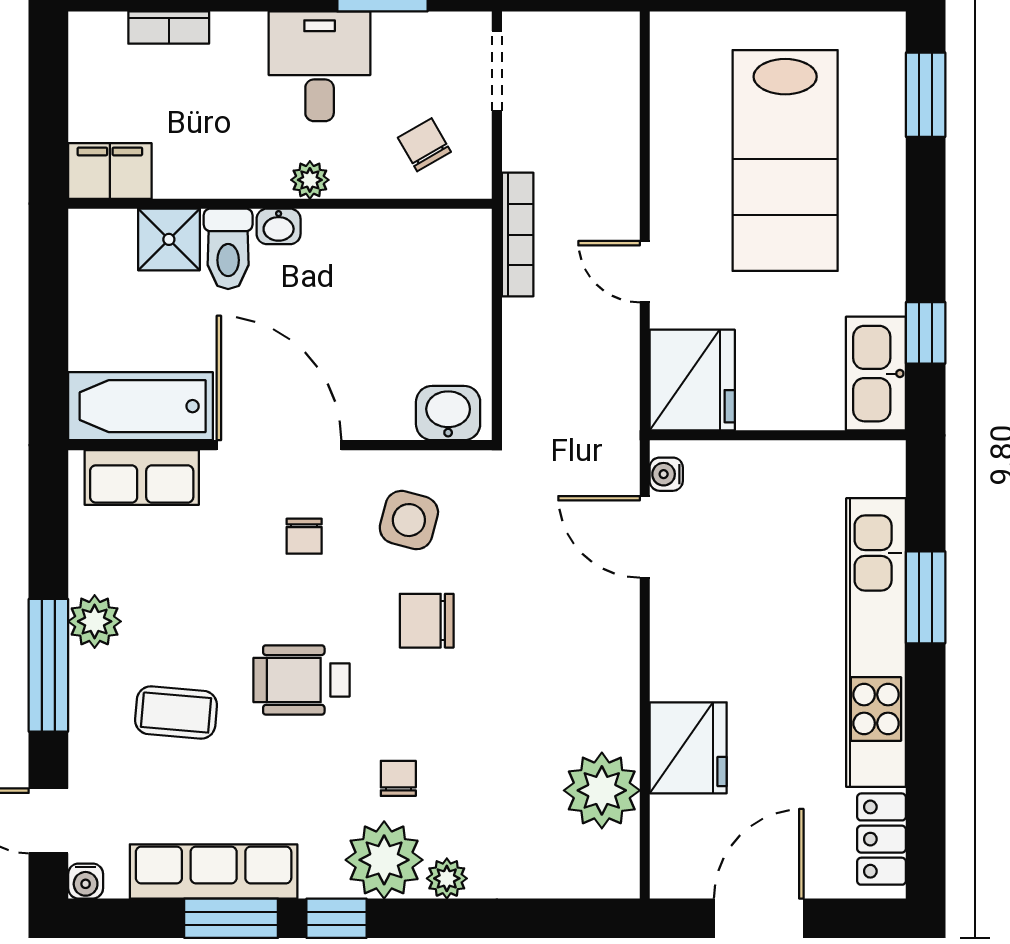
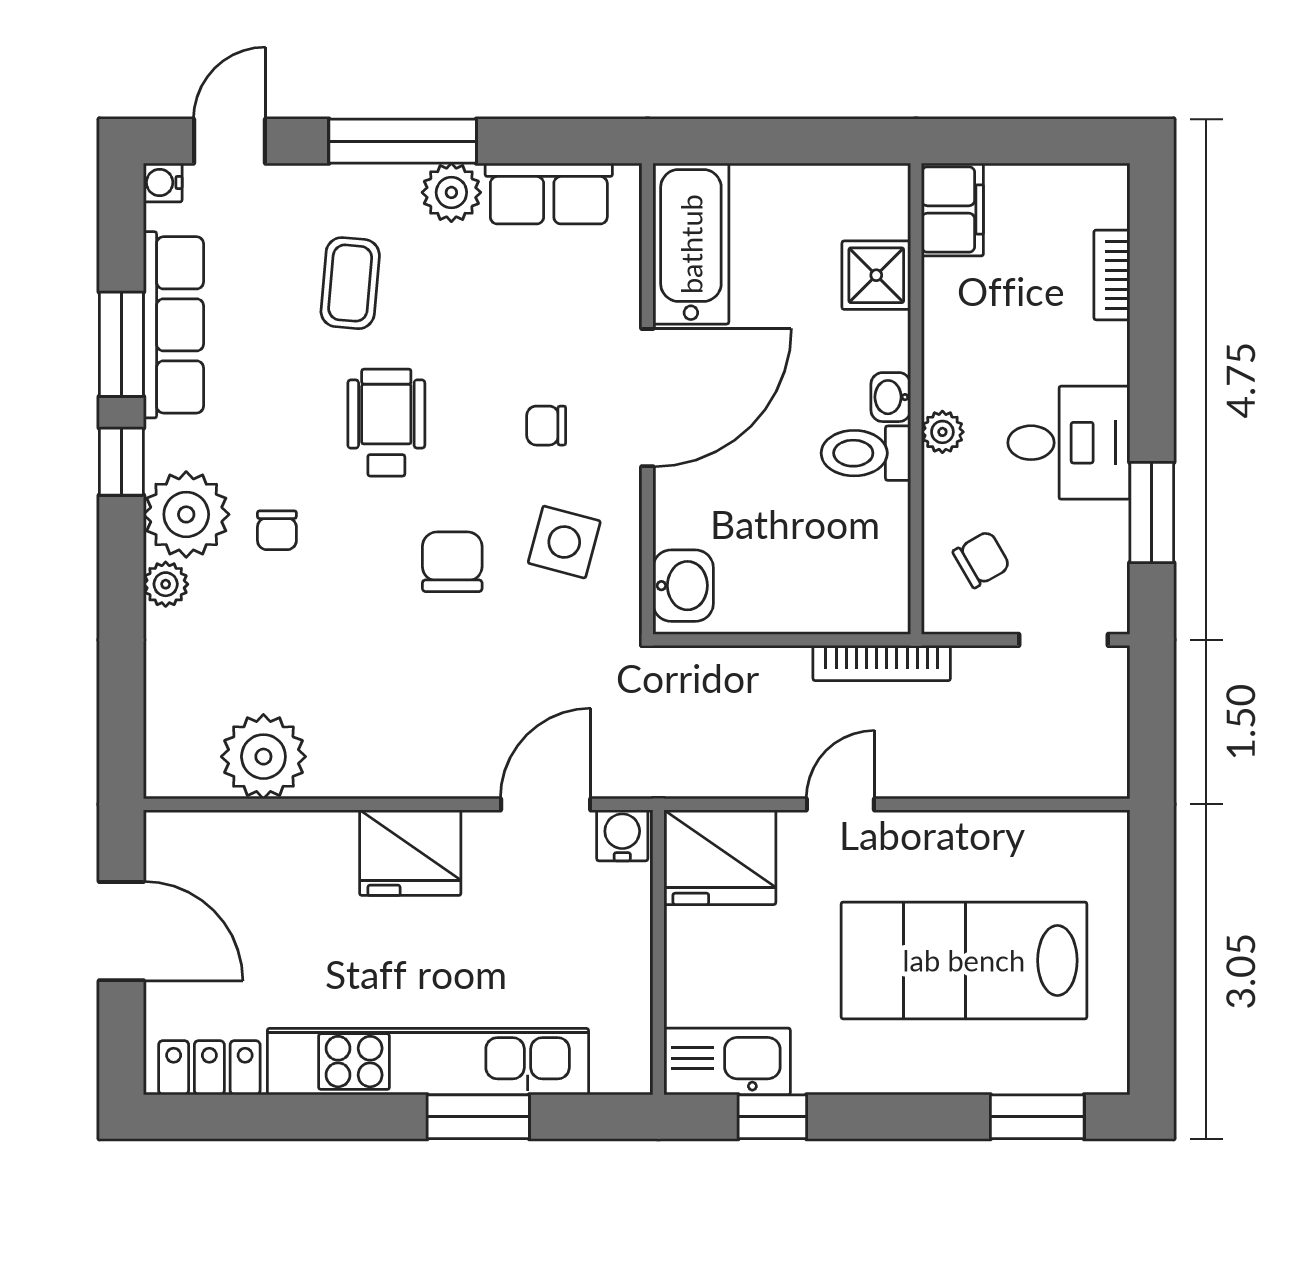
toilet: (228, 249) -> (866, 453), moved
water cooler: (666, 474) -> (622, 835), width x1.38, depth x1.38
row of seats: (142, 477) -> (549, 193), moved, turned -90
fridge: (688, 748) -> (410, 853), moved
chair: (398, 778) -> (277, 530), turned 90

